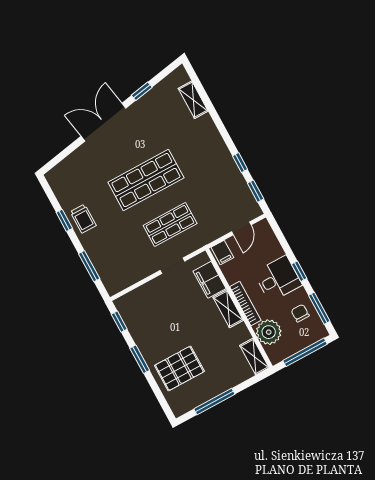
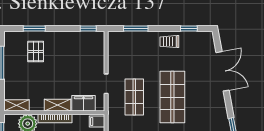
double door: (103, 122) -> (223, 71), moved
window: (64, 220) -> (189, 28), moved
window: (140, 359) -> (34, 28), moved
pallet: (179, 368) -> (36, 51), width x0.67, depth x0.71

